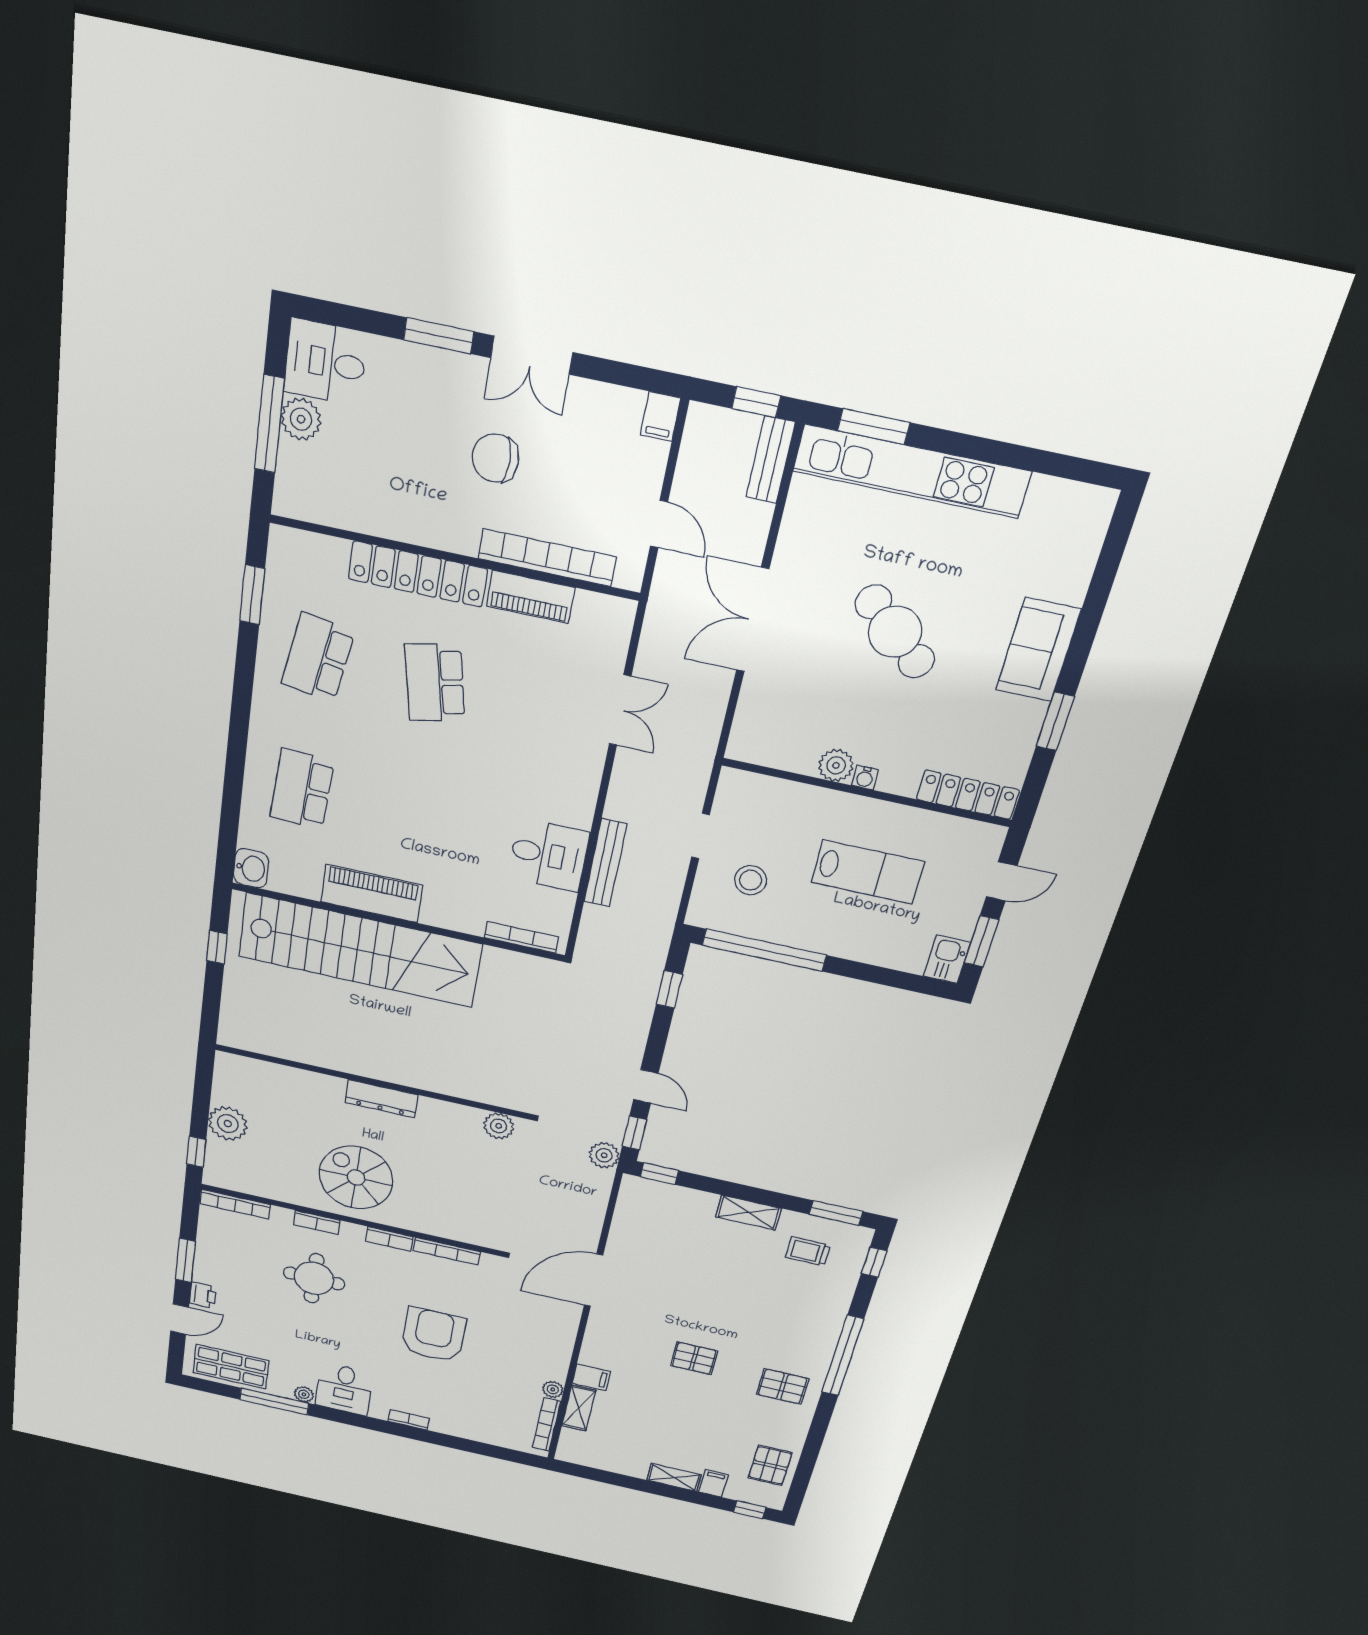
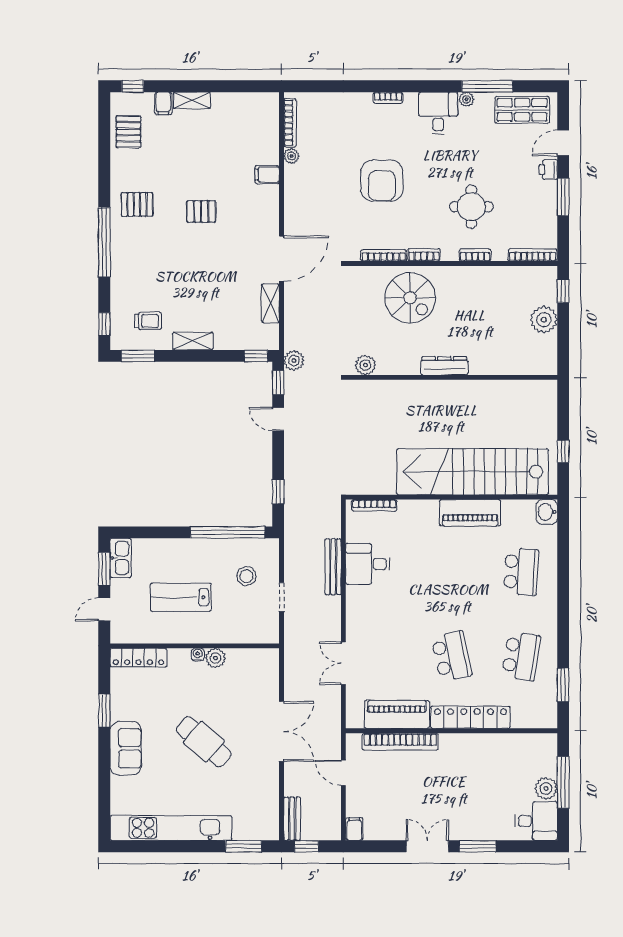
chair: (495, 458) -> (438, 790), removed
kitchen unit: (912, 471) -> (171, 828), moved
piano: (531, 597) -> (397, 714), width x1.37, depth x1.33
kitchen sink: (947, 959) -> (121, 558), width x1.38
spiral stairs: (356, 1178) -> (410, 298), moved
shelving: (579, 1408) -> (270, 303), moved

